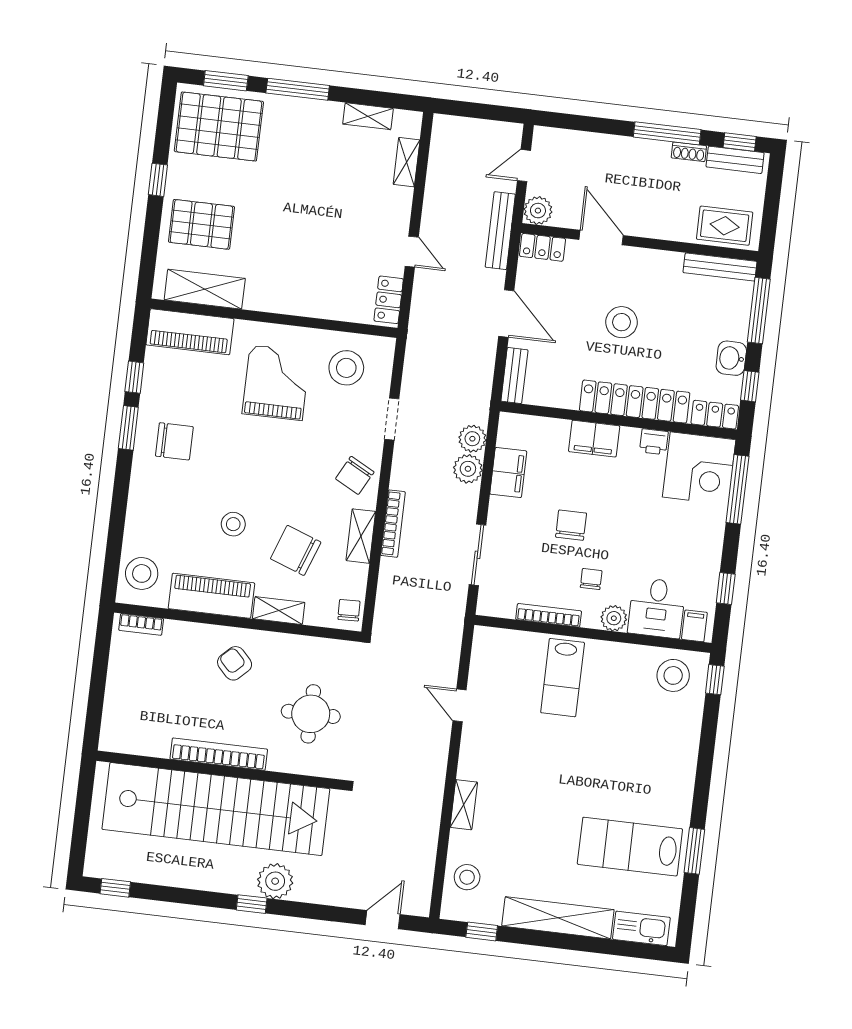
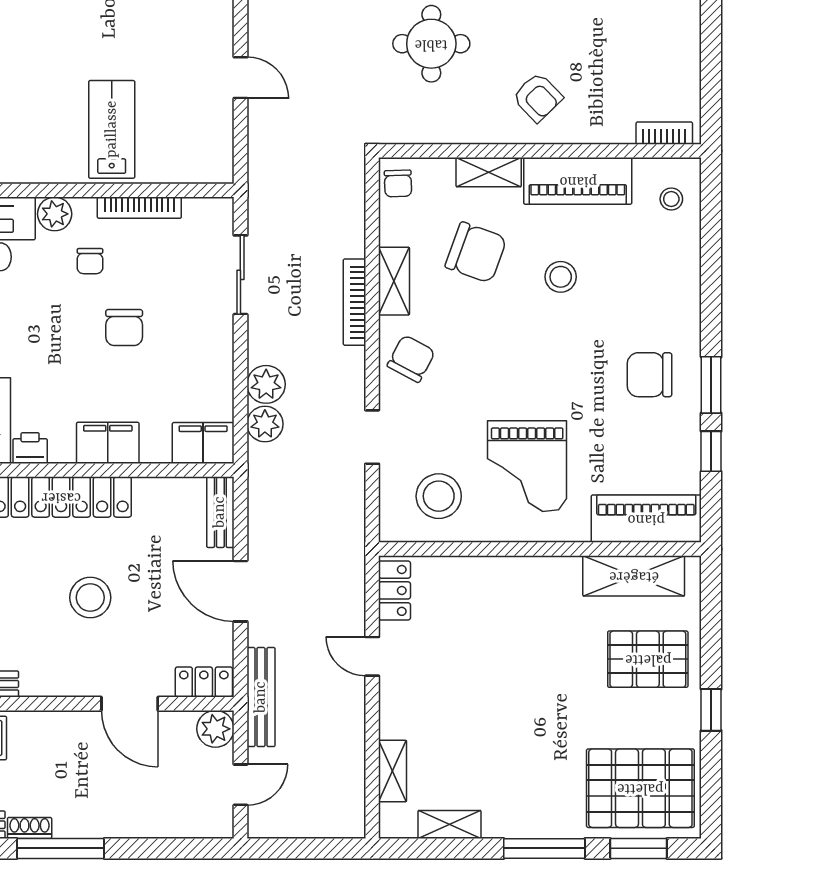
filing cabinet: (508, 473) -> (203, 443), moved, turned 90
stool: (142, 573) -> (671, 199), width x0.53, depth x0.53

